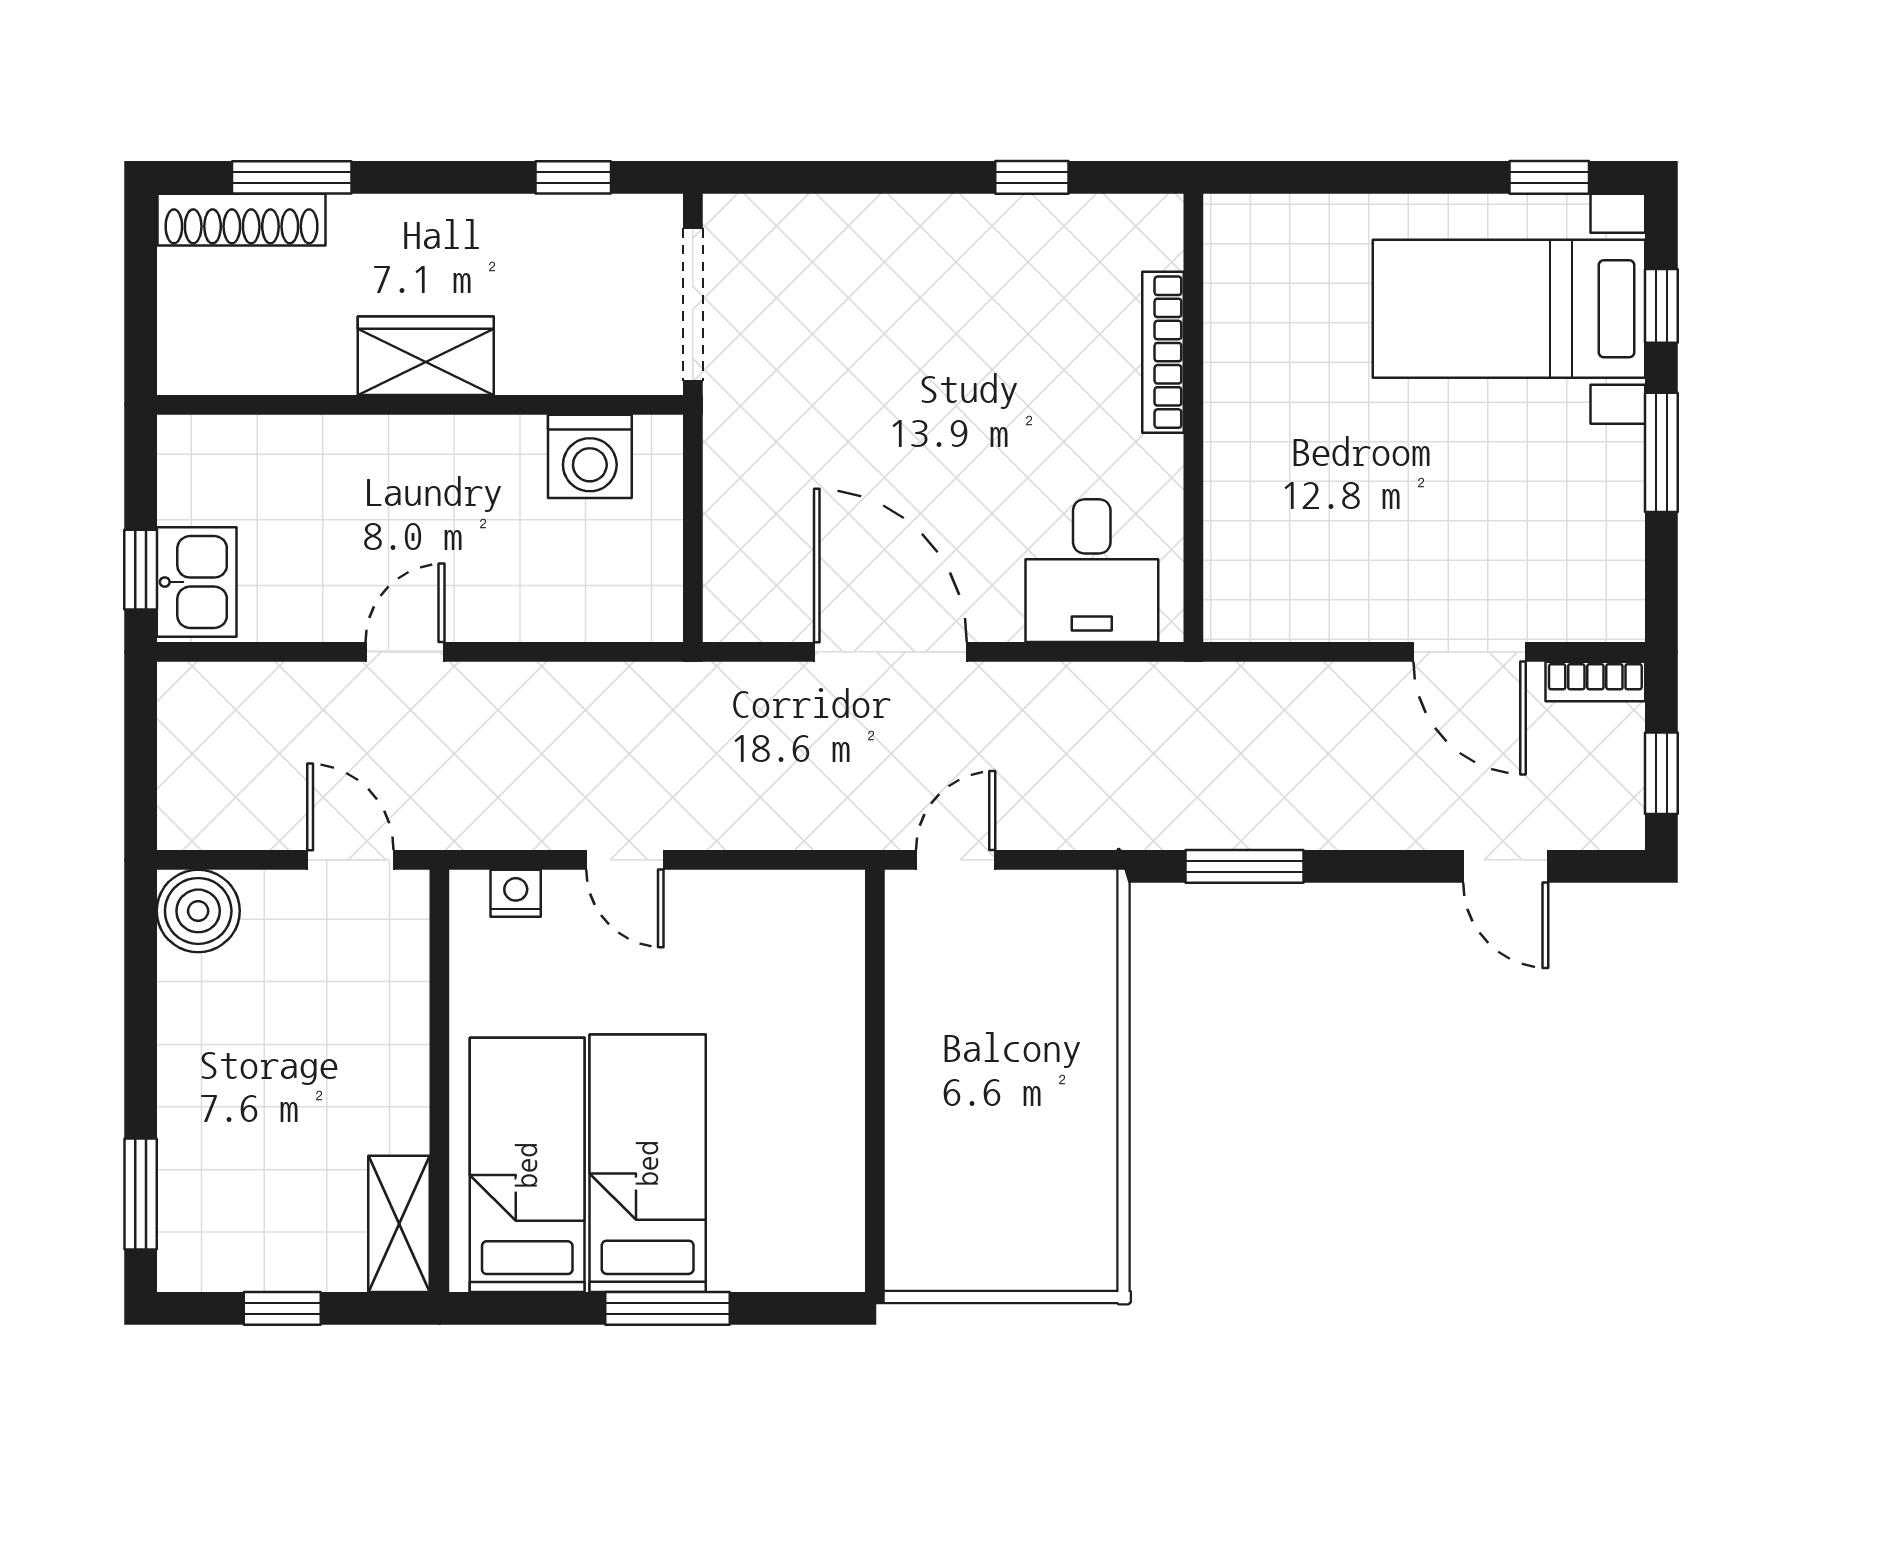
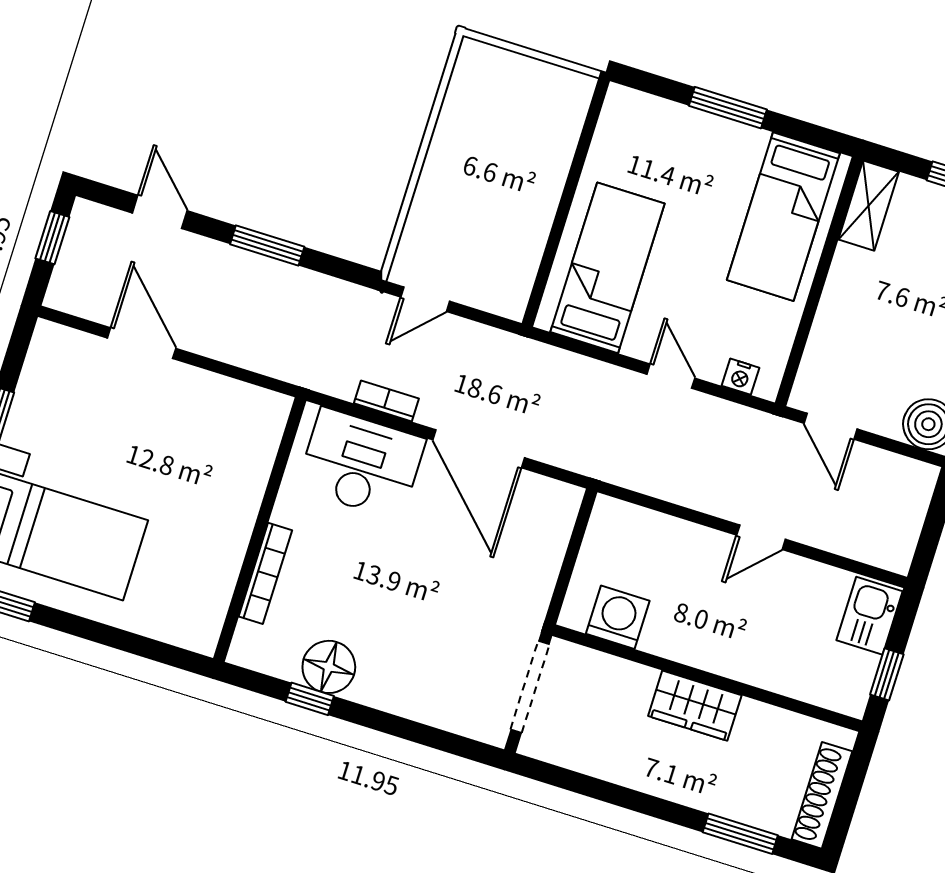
window: (573, 177) -> (577, 782), removed
shoe rack: (241, 220) -> (822, 795), moved, turned -90
floor lamp: (1018, 237) -> (329, 667), added
window: (141, 570) -> (887, 674), moved
desk: (1092, 571) -> (361, 464), width x1.37
bookcase: (1595, 682) -> (386, 401), moved
door: (956, 860) -> (425, 299), moved
window: (1245, 866) -> (267, 245), moved
bed: (648, 1163) -> (608, 268), moved, turned 180

